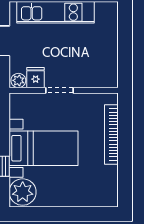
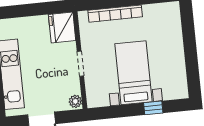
fridge: (36, 78) -> (62, 27), moved, width x1.88, depth x1.34
plant: (23, 192) -> (174, 87), removed

